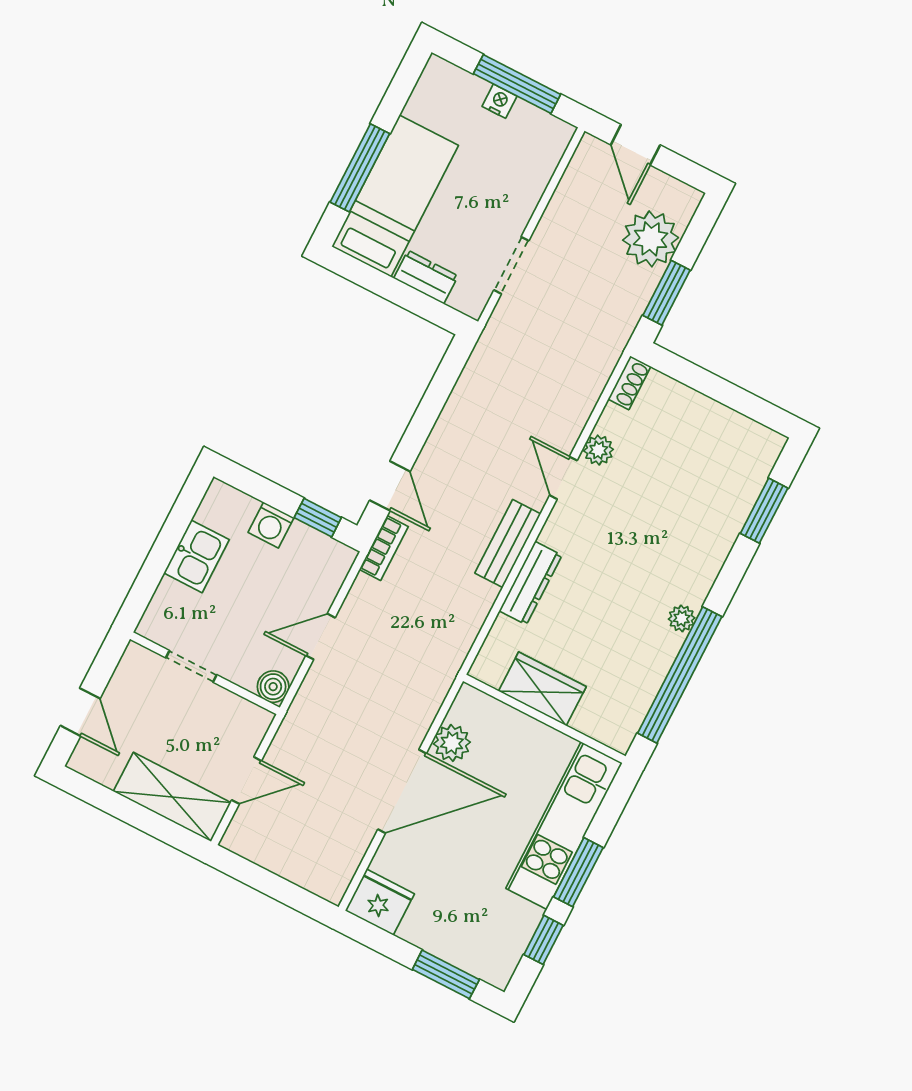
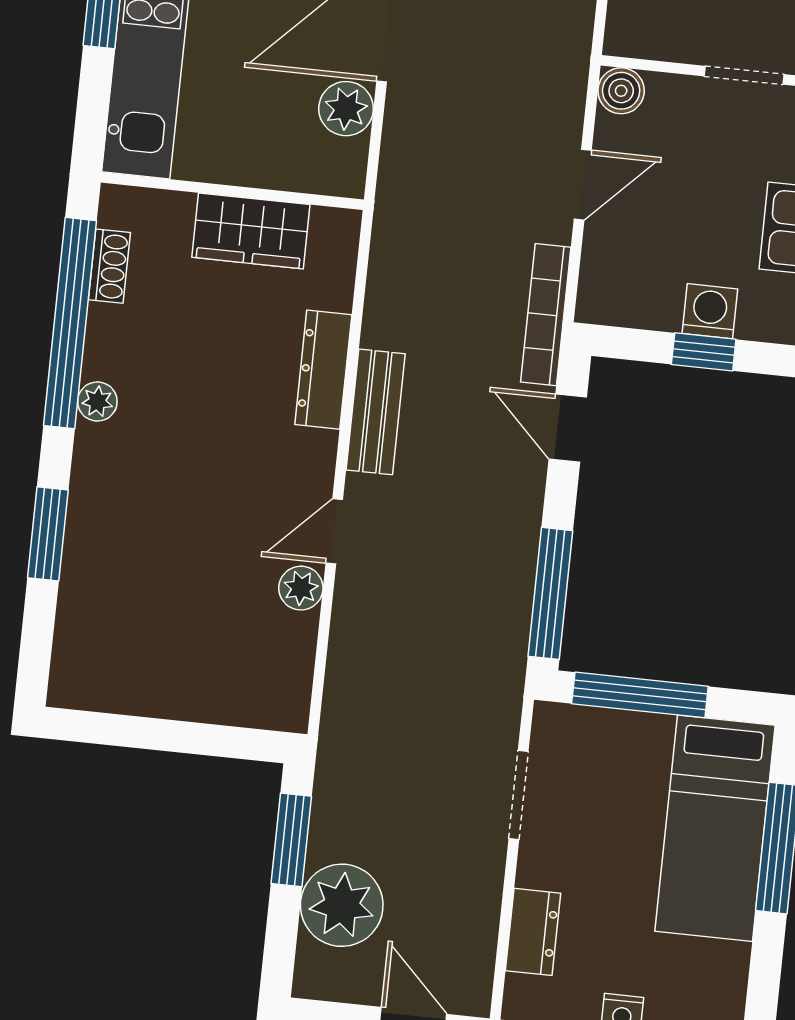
dresser: (426, 277) -> (533, 932), moved, turned -90
window: (410, 299) -> (640, 695), added
shoe rack: (629, 383) -> (109, 266), moved, turned 180
window: (442, 385) -> (550, 593), added
door: (563, 478) -> (334, 531), swing flipped
window: (764, 511) -> (48, 534), moved
window: (318, 518) -> (704, 352), moved
bookcase: (384, 548) -> (546, 315), width x1.56

